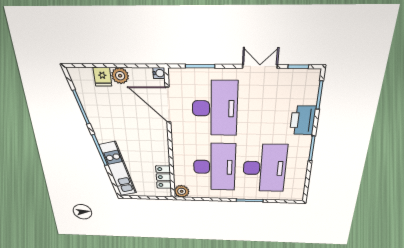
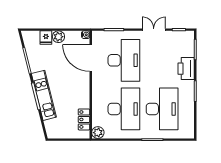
kitchen unit: (118, 169) -> (44, 95), moved

